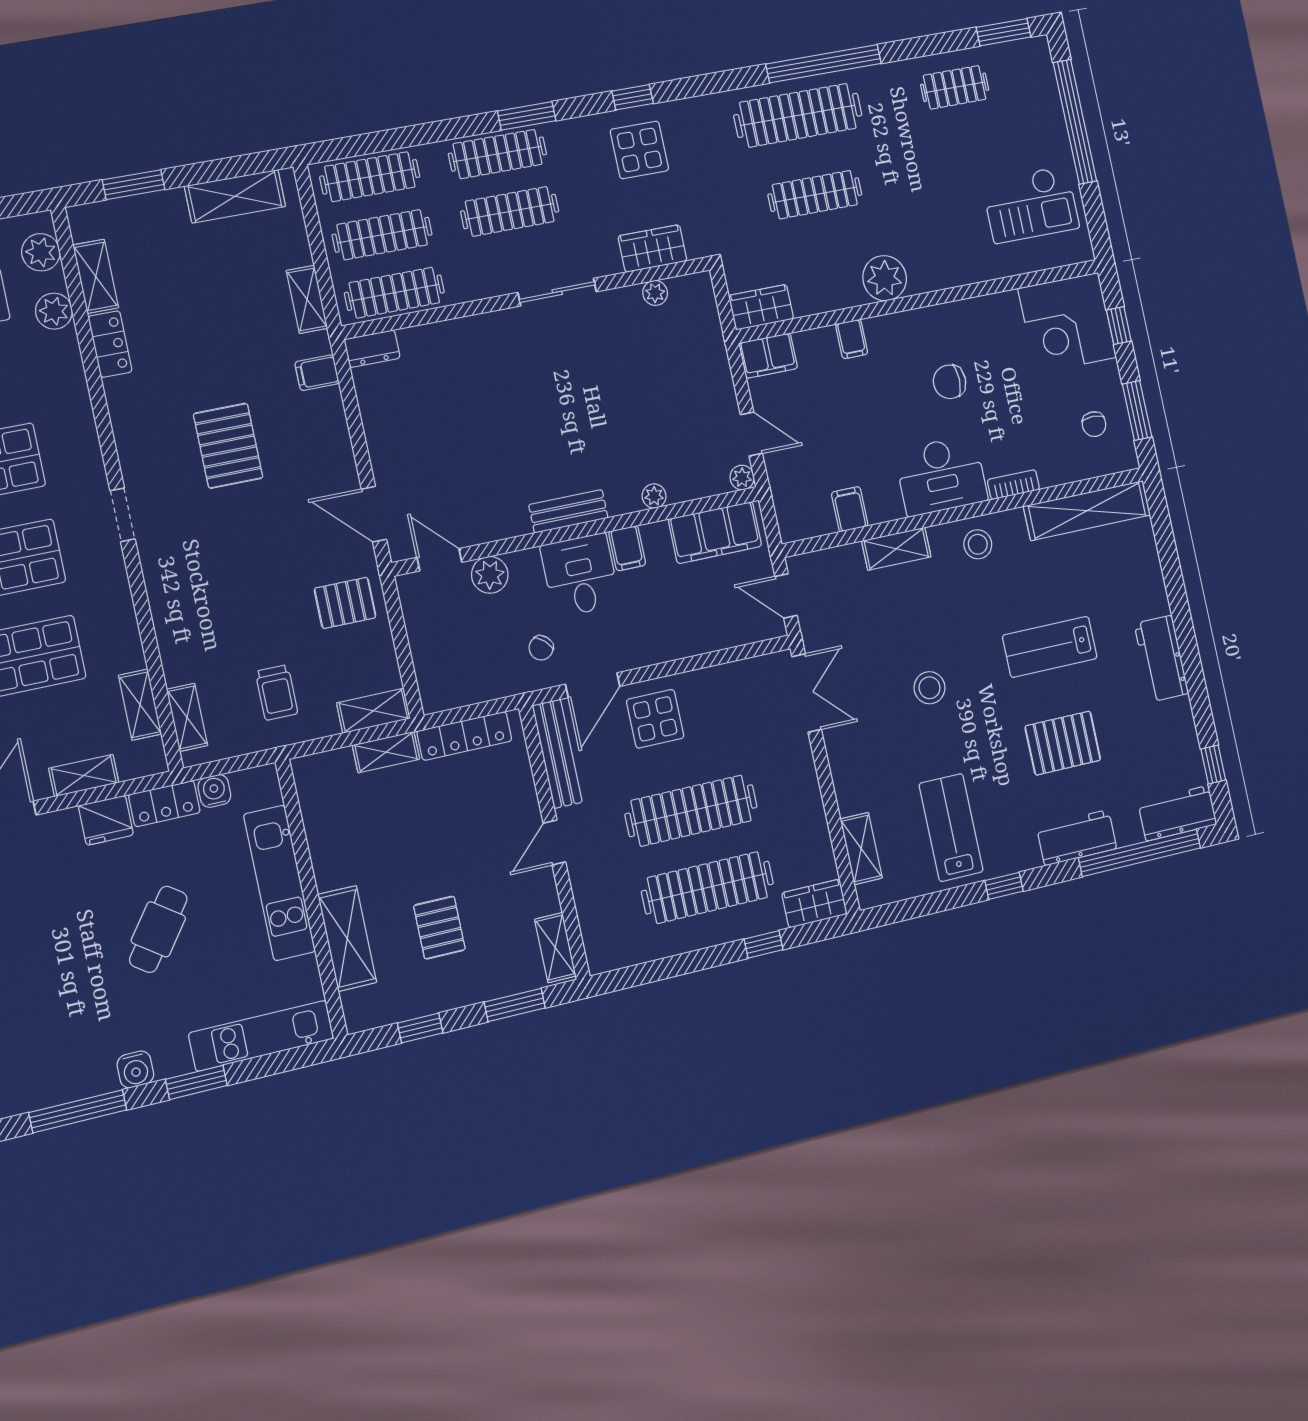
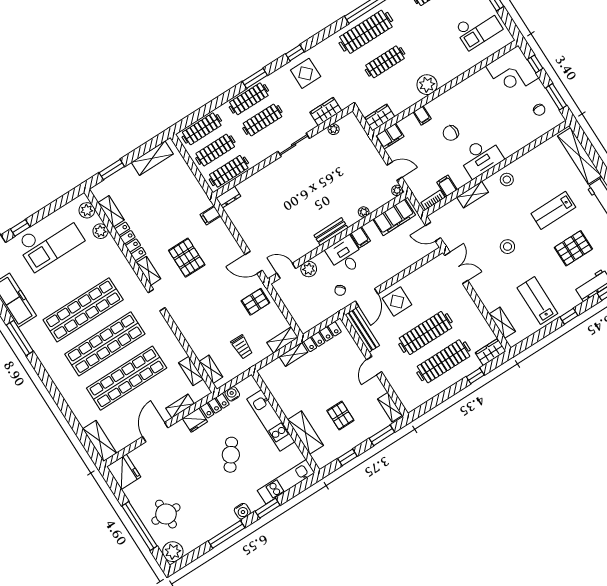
shelving: (307, 299) -> (148, 271), moved
locker: (110, 344) -> (130, 241), width x1.53
chair: (950, 382) -> (451, 133), moved
bookcase: (1013, 485) -> (433, 200), moved
shelving: (1087, 511) -> (580, 156), moved, turned 90

